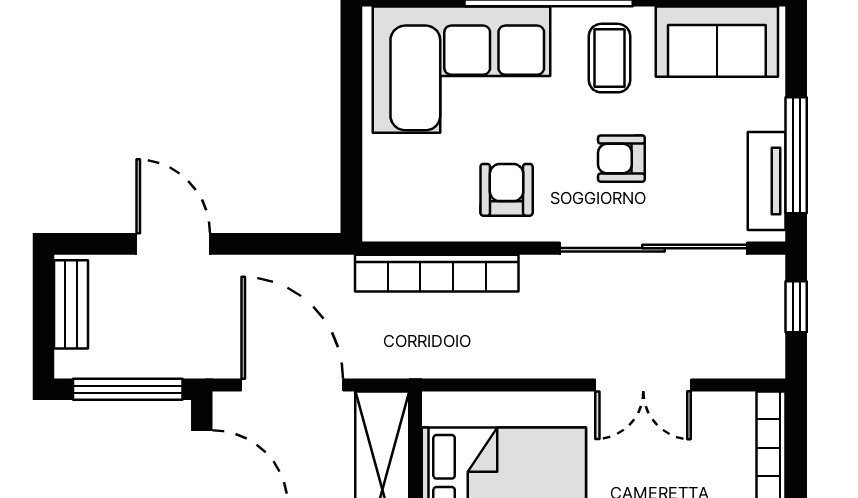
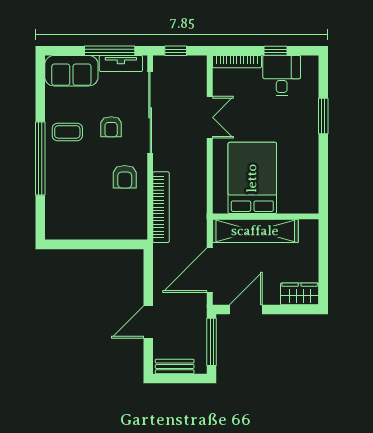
sofa: (717, 42) -> (71, 71), moved, turned 90
corner sofa: (461, 70) -> (72, 196), removed
armchair: (507, 190) -> (125, 177), turned -90

